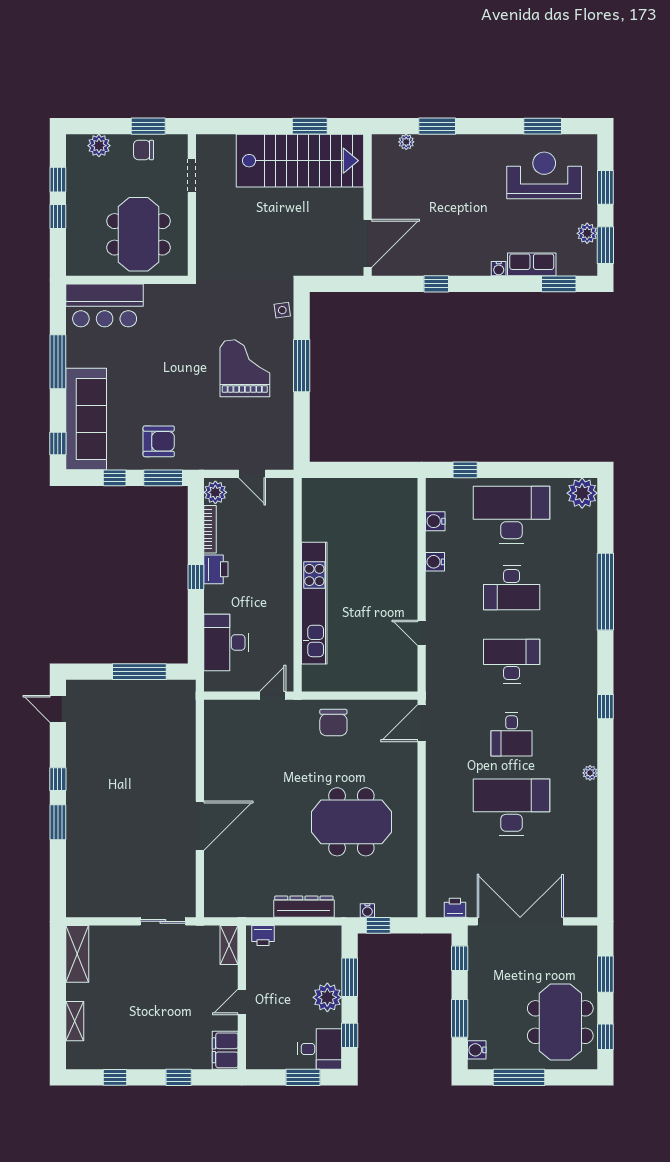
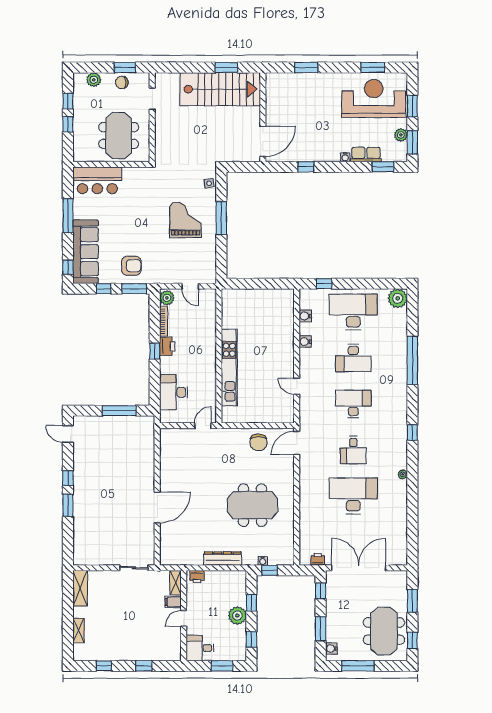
plant: (406, 142) -> (287, 77), removed
reception desk: (544, 175) -> (374, 98), width x1.36, depth x1.30
chair: (333, 723) -> (258, 442), moved
window: (350, 977) -> (251, 603), width x0.67
desk: (320, 1049) -> (200, 648), moved, turned 180
filing cabinet: (225, 1050) -> (173, 602), moved, width x0.50

